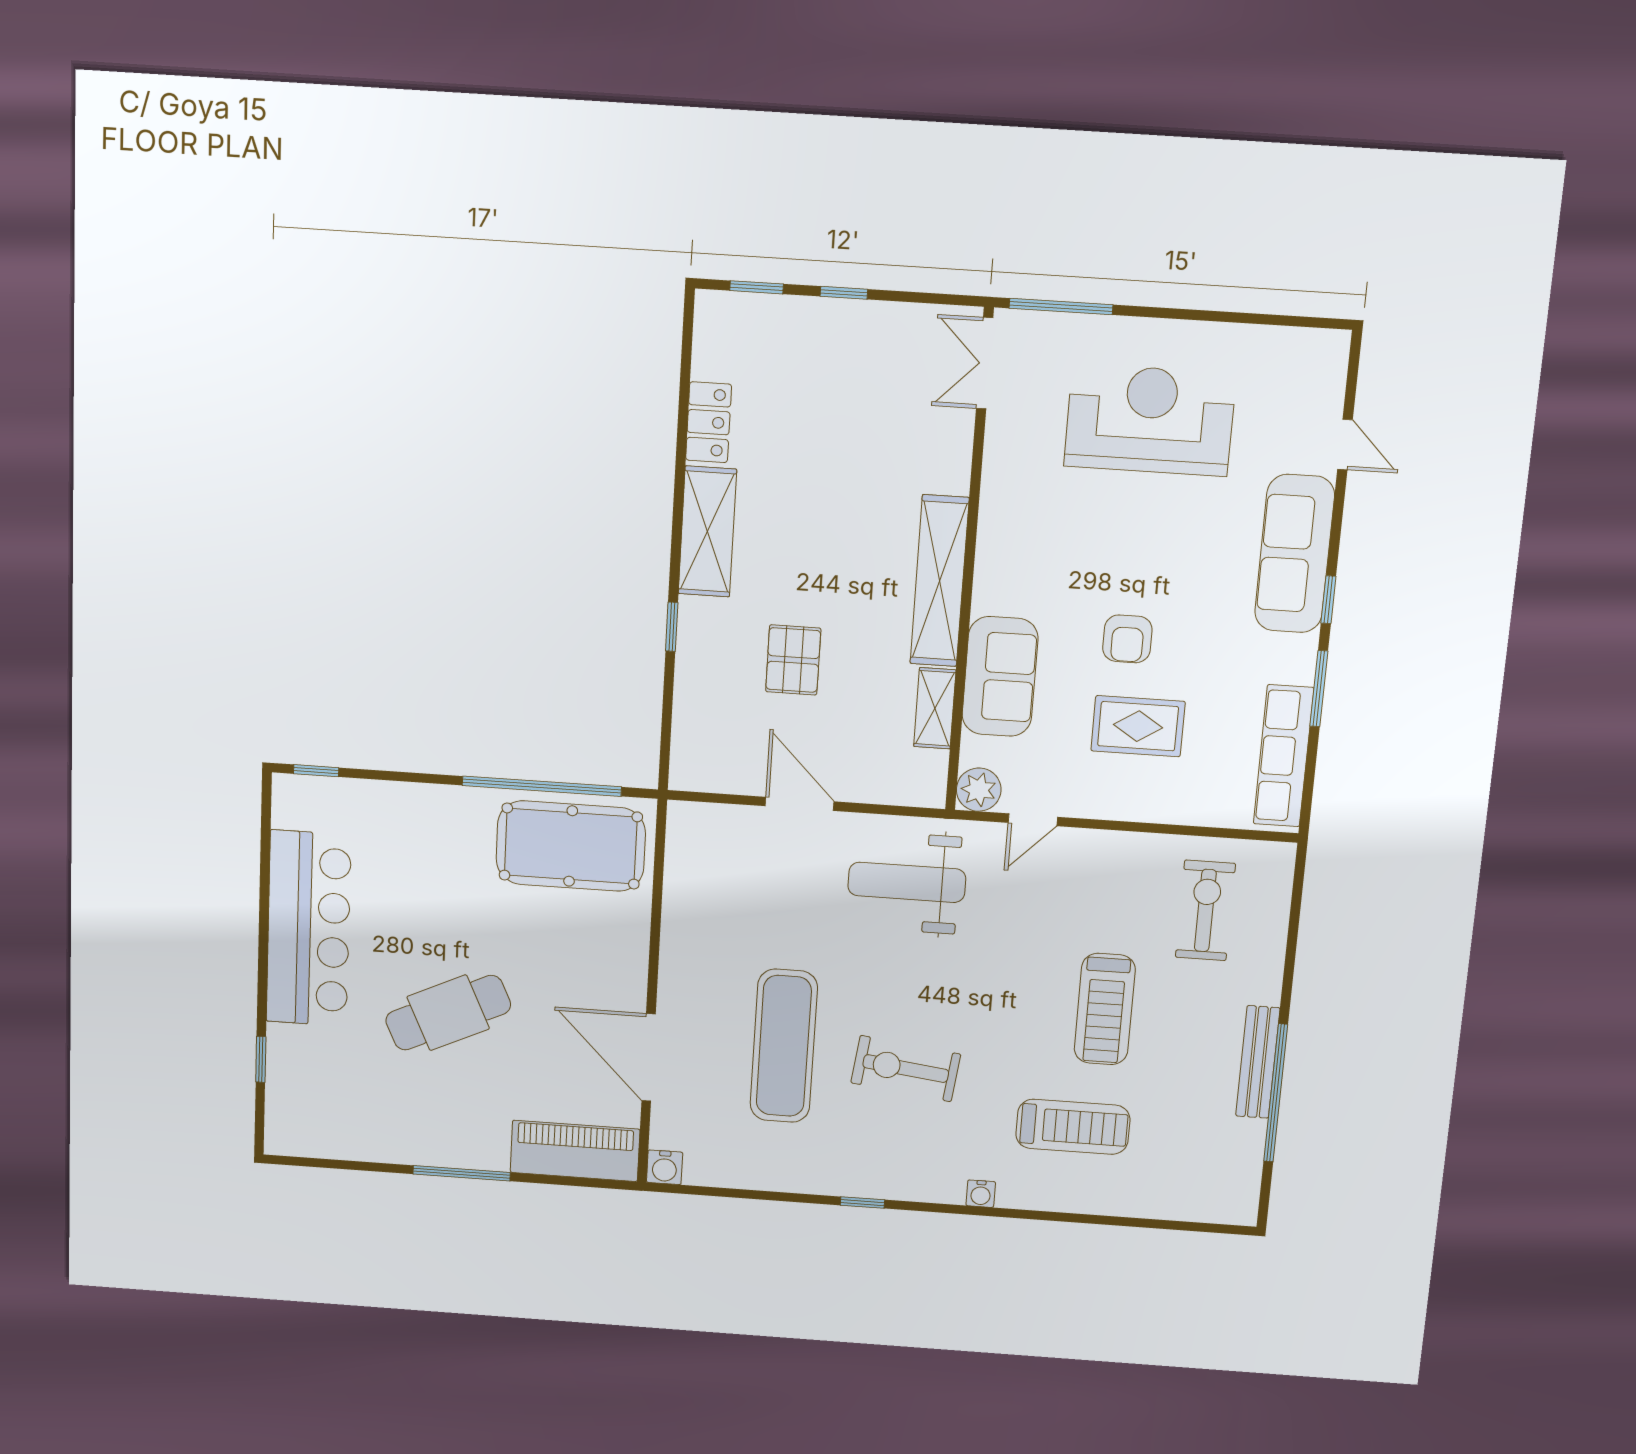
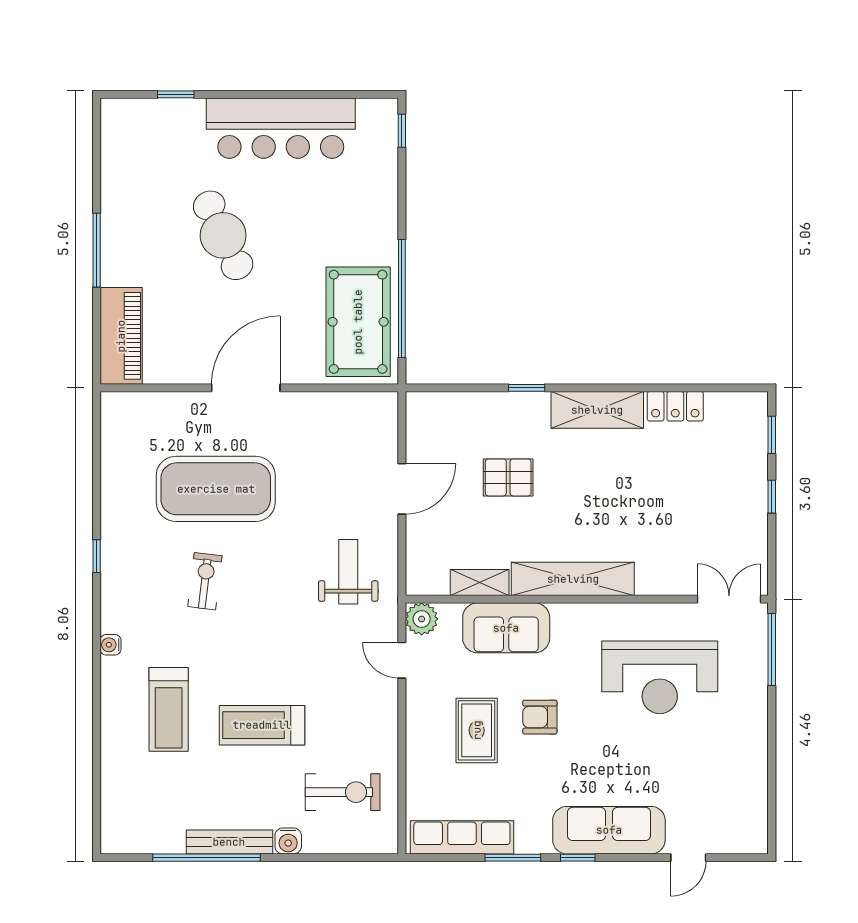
reception desk: (1150, 420) -> (660, 677), moved, turned 90
weight bench: (907, 882) -> (348, 572), width x0.73, depth x0.75
exercise mat: (784, 1046) -> (216, 489), width x1.47
door: (649, 1057) -> (246, 388), moved
exercise bike: (906, 1069) -> (205, 581), width x0.73, depth x0.72
water cooler: (665, 1167) -> (288, 841), moved, turned -90

